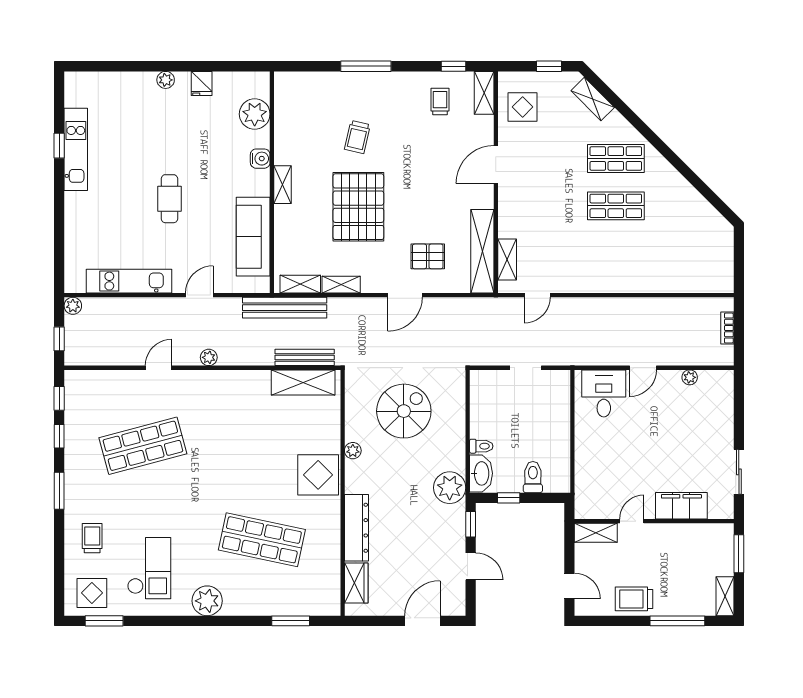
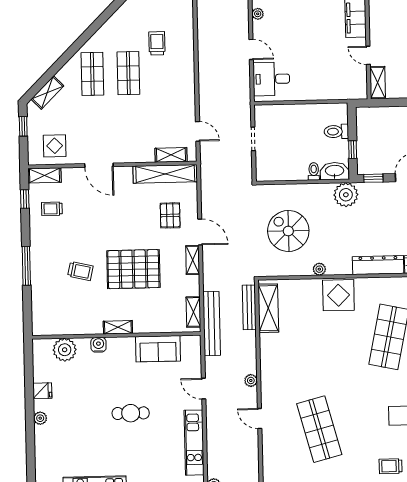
sofa: (253, 237) -> (158, 349), width x0.73
trolley: (654, 244) -> (157, 43), added
shelving: (341, 285) -> (193, 260), moved

